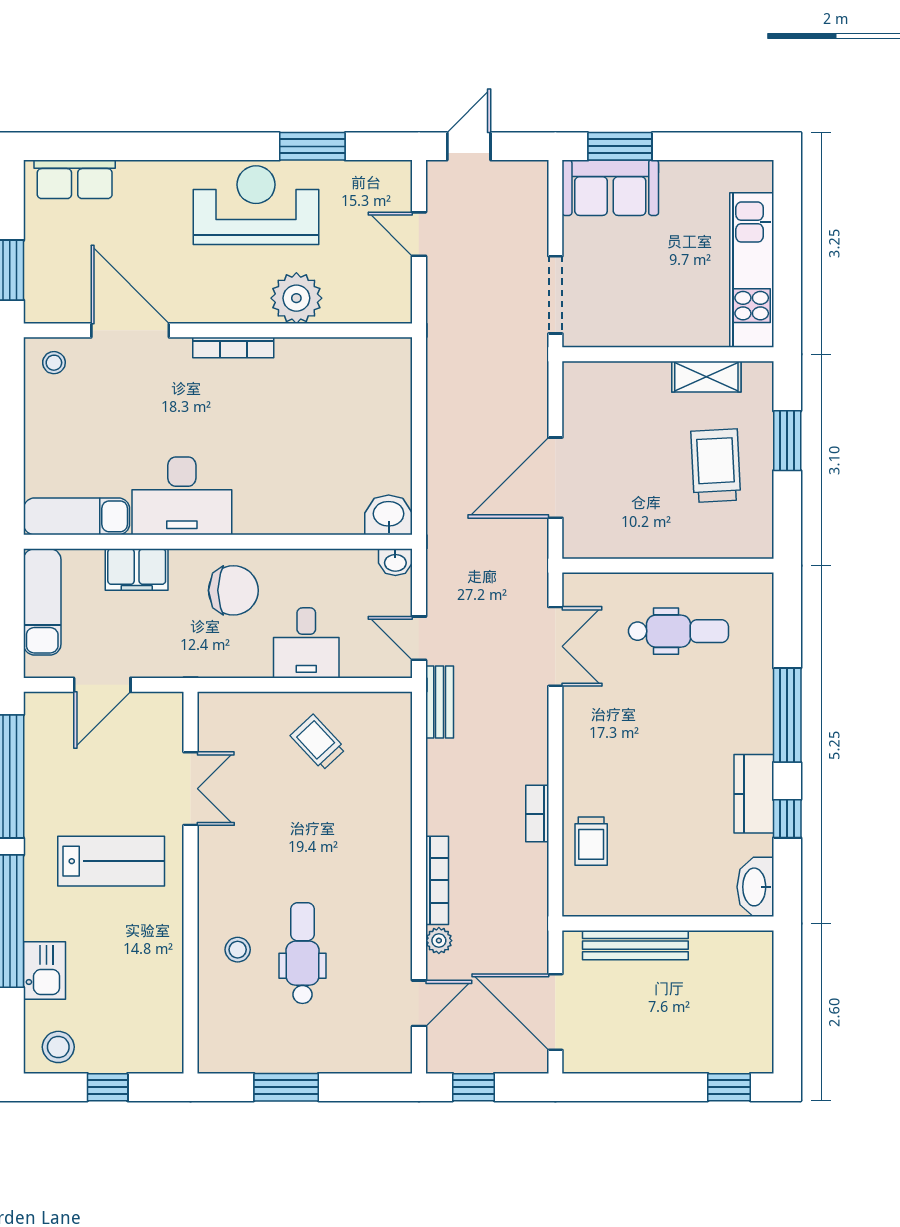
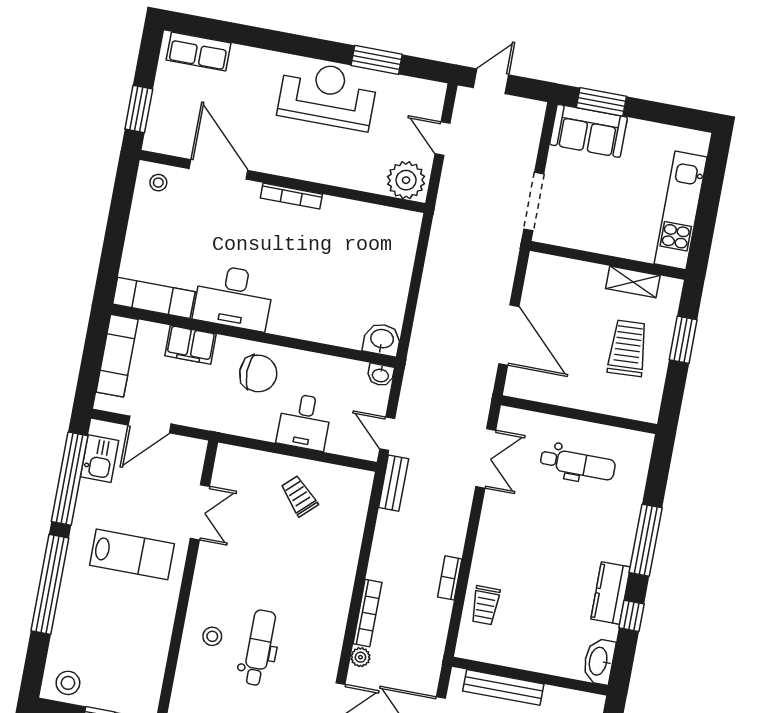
plant: (296, 298) -> (406, 180), moved
door: (555, 478) -> (509, 335), swing flipped
kitchen sink: (44, 970) -> (99, 459), moved

